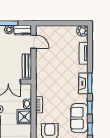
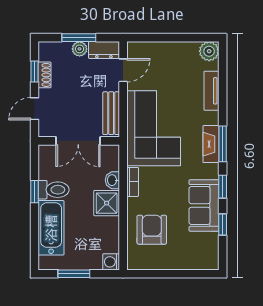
door: (34, 42) -> (123, 70), hinge flipped
corner sofa: (51, 74) -> (154, 128), added

